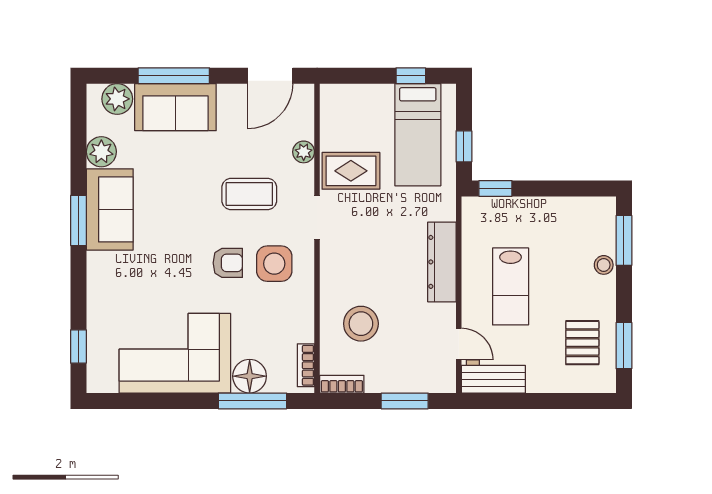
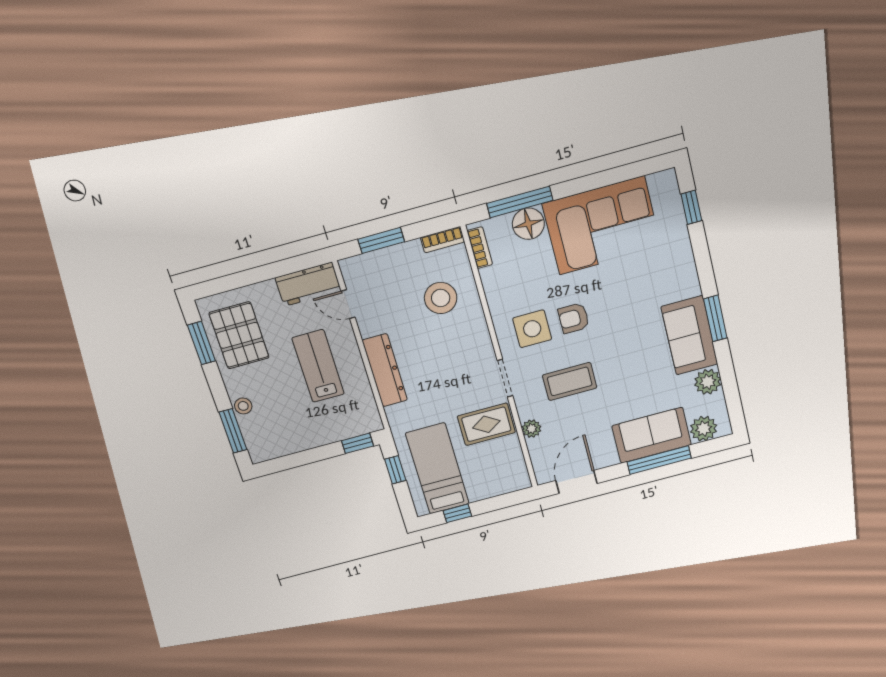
pallet: (582, 343) -> (239, 335), width x1.50, depth x1.42

